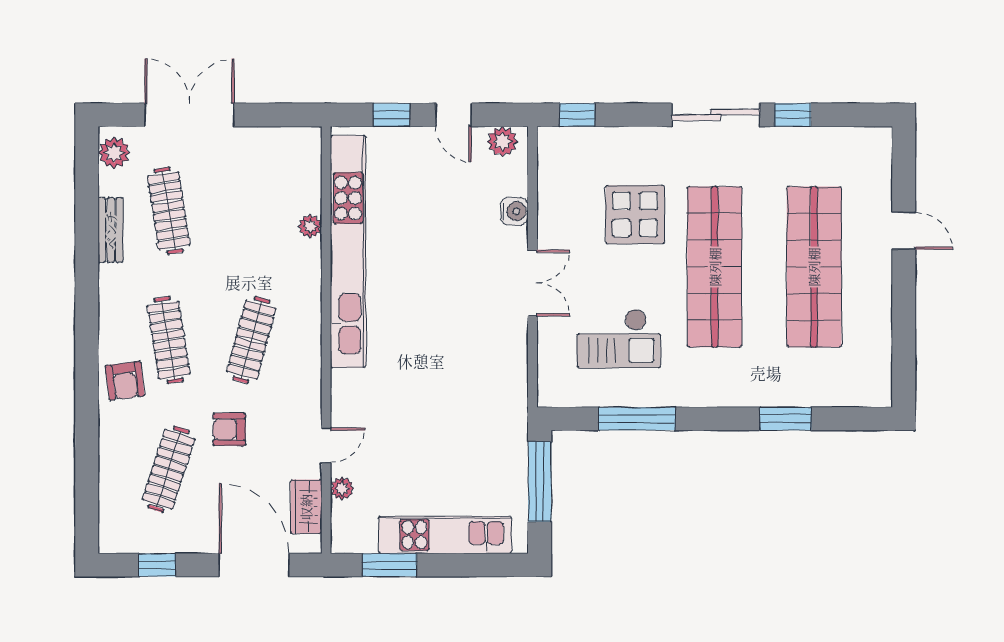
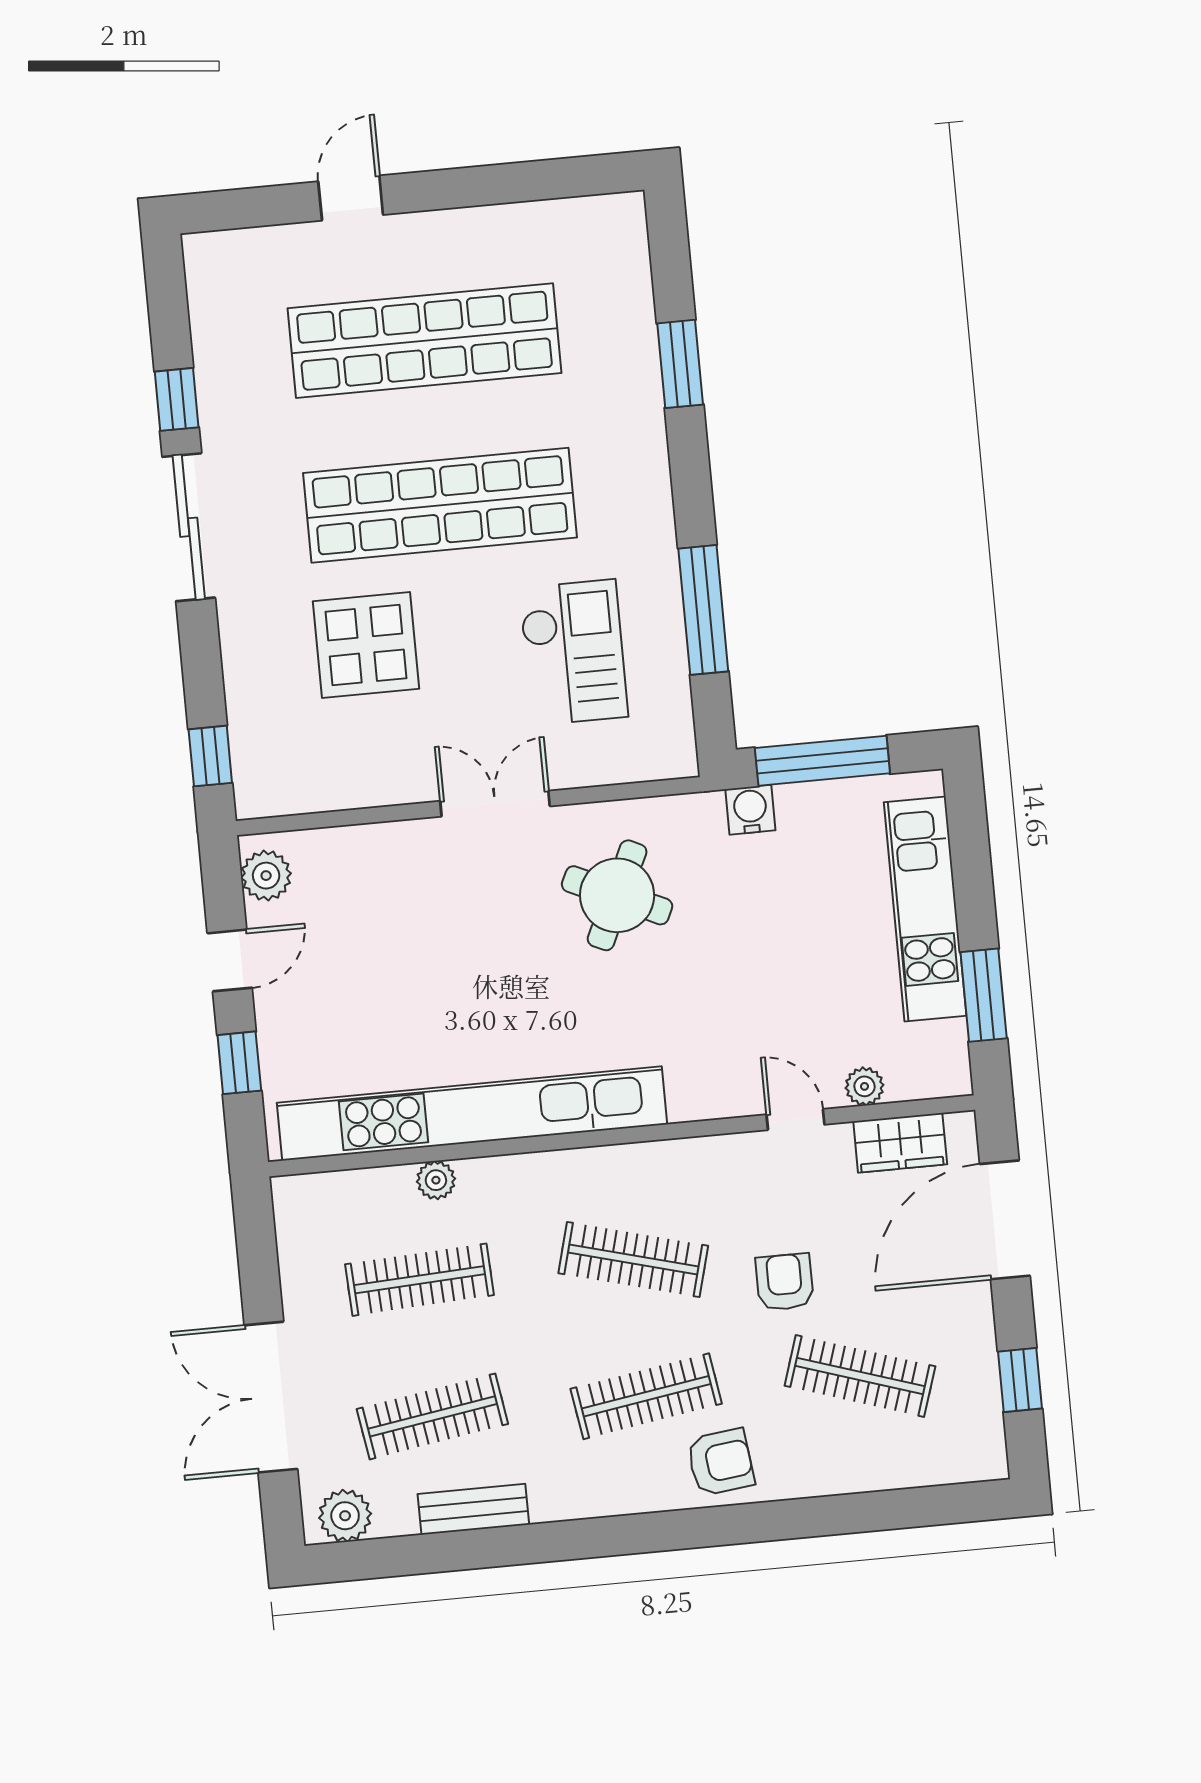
clothes rail: (251, 211) -> (419, 1280), added
water cooler: (514, 211) -> (750, 810), moved
round table: (471, 351) -> (617, 895), added
armchair: (229, 429) -> (785, 1282), turned 180

